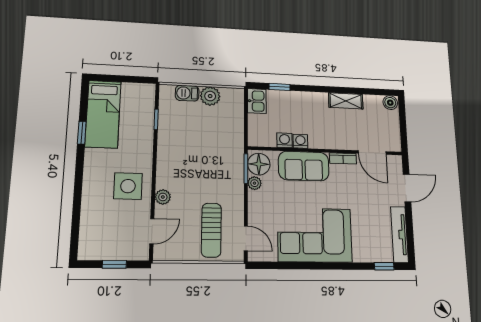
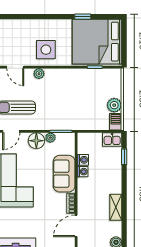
barbecue: (187, 93) -> (116, 122), moved
bed: (103, 114) -> (97, 42), width x2.04
floor lamp: (259, 164) -> (36, 141), moved

